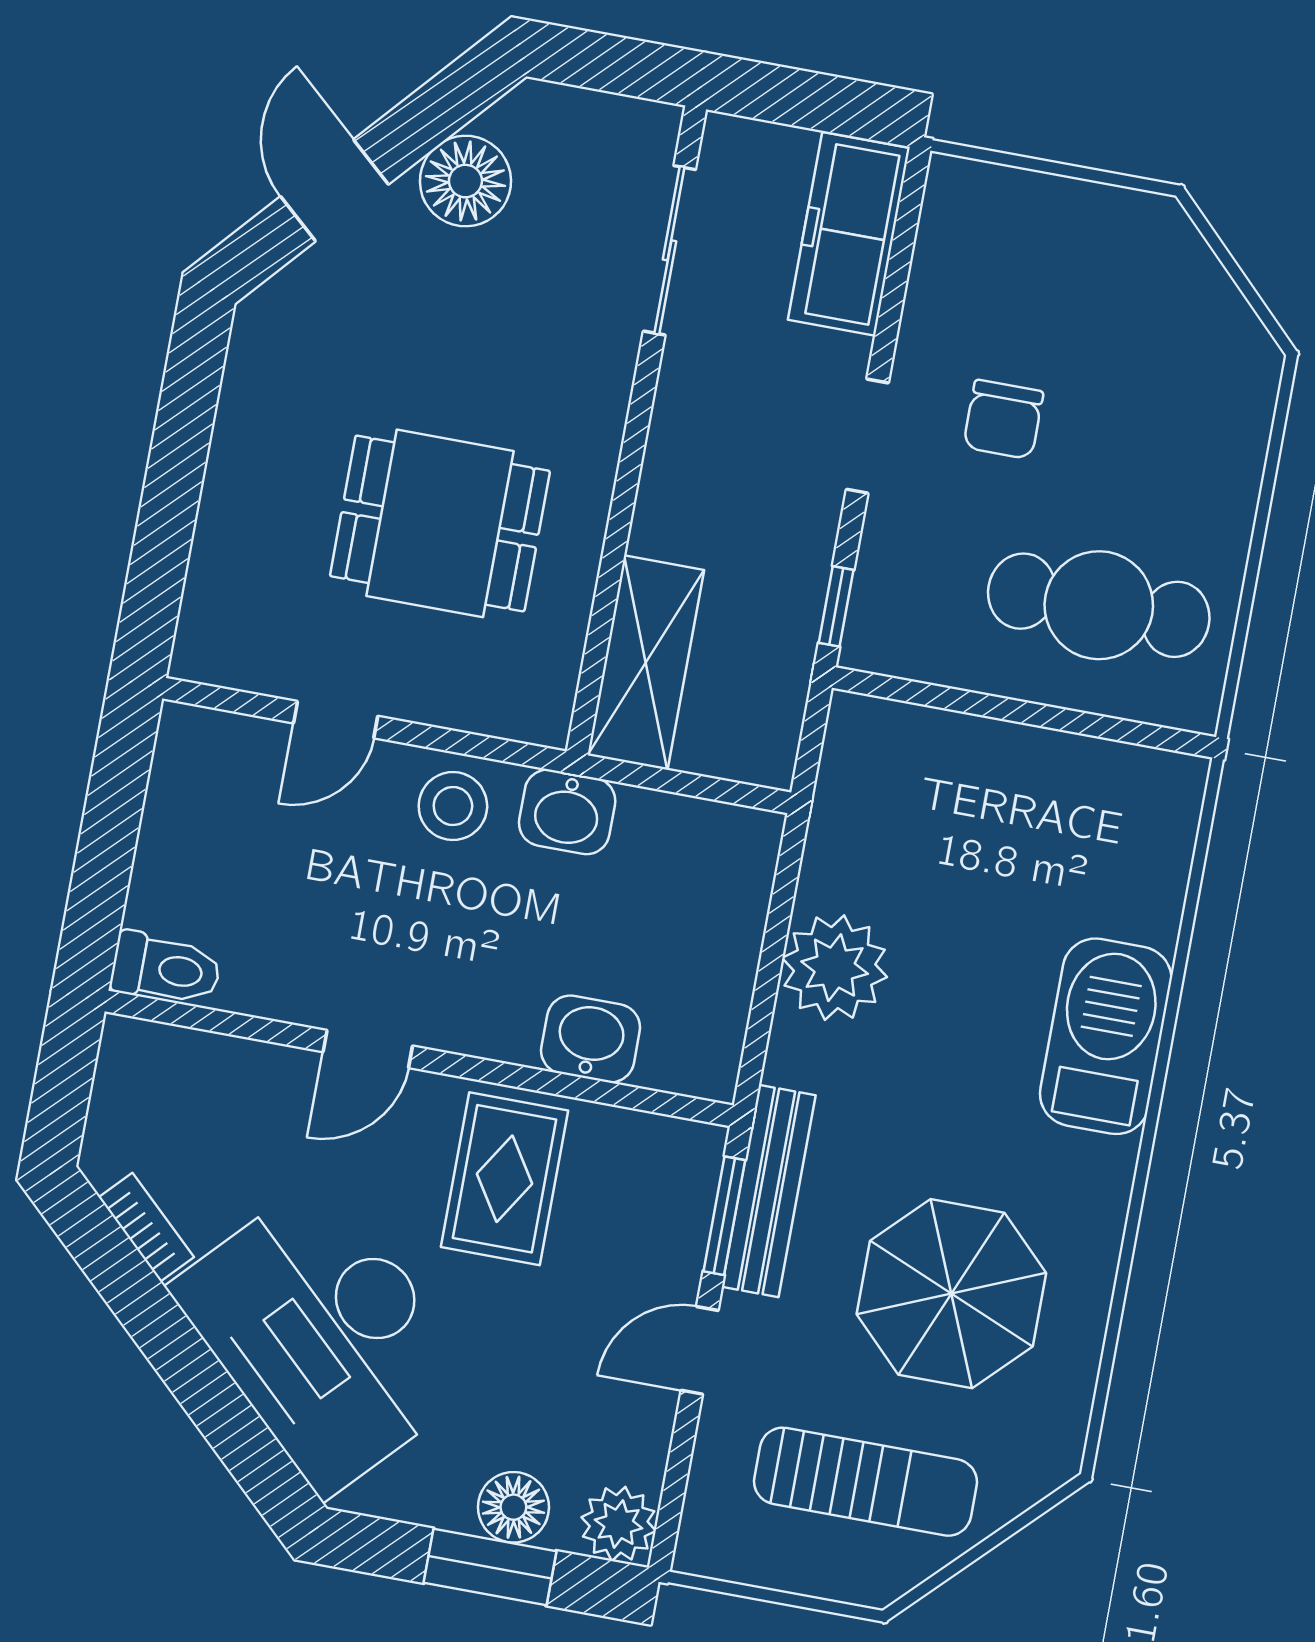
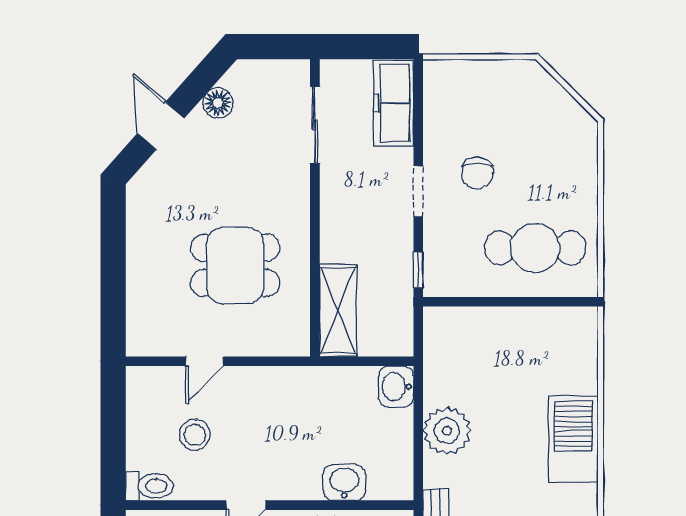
floor lamp: (465, 181) -> (218, 103), width x0.73, depth x0.73
stool: (453, 806) -> (195, 435), moved
washbasin: (567, 812) -> (396, 387), moved, turned 90

